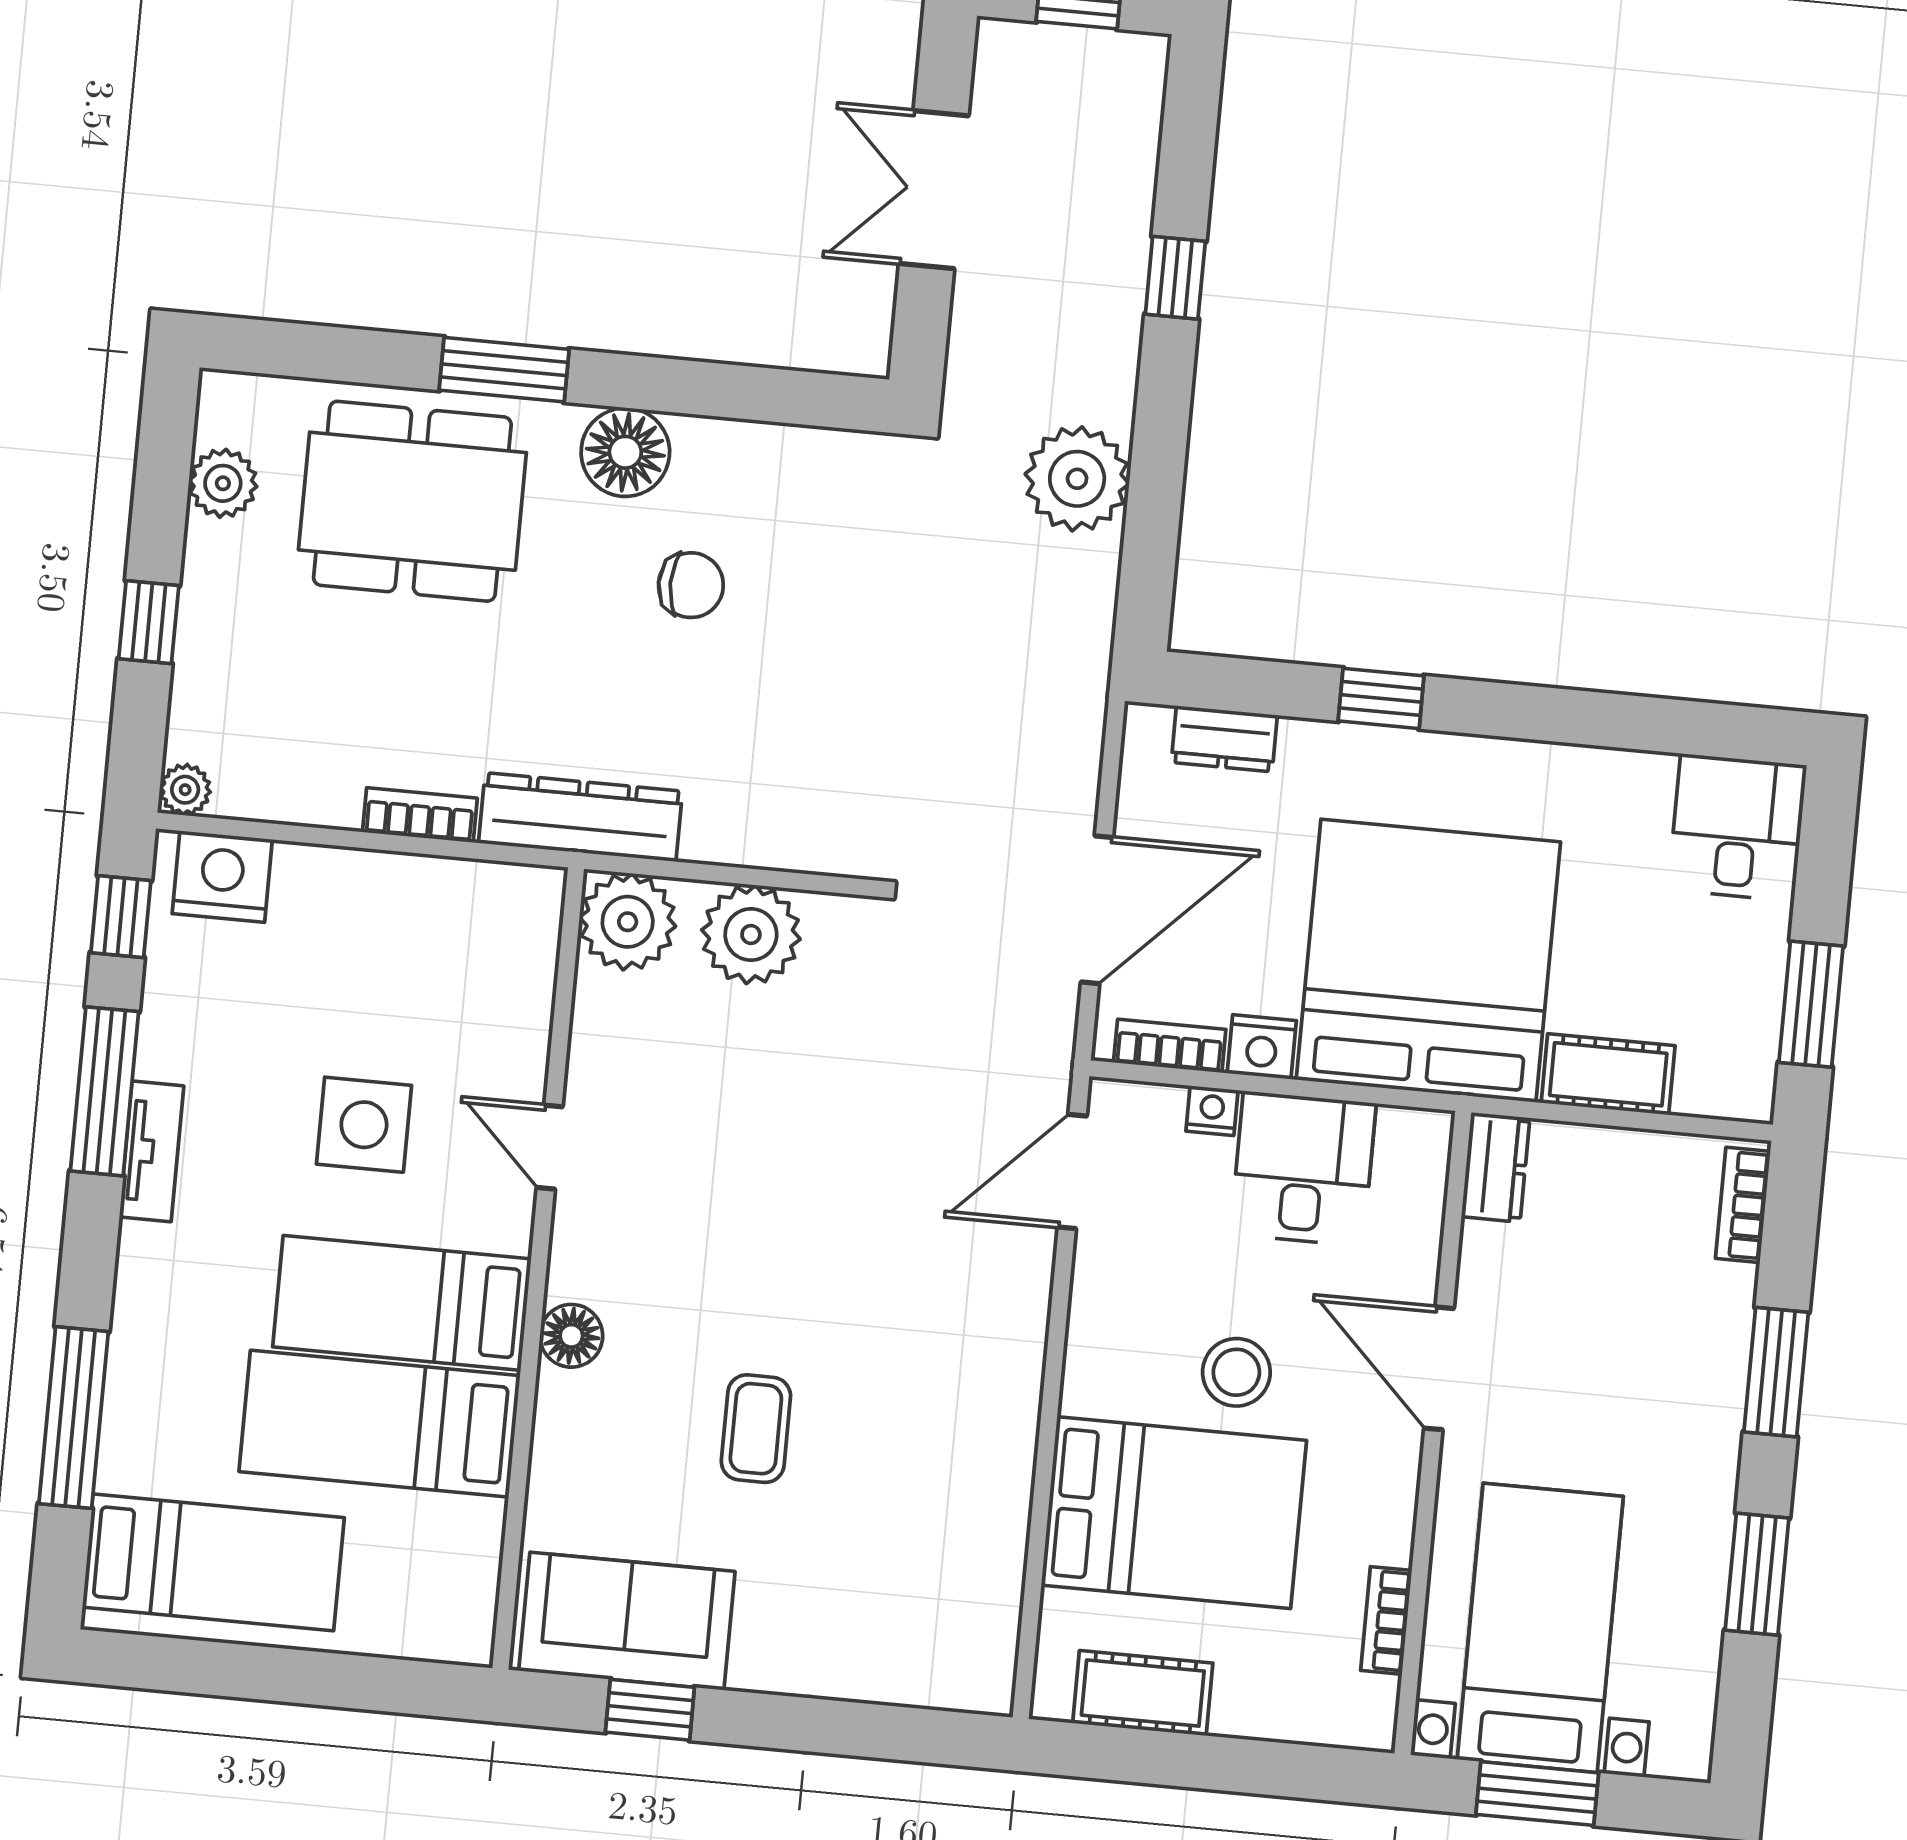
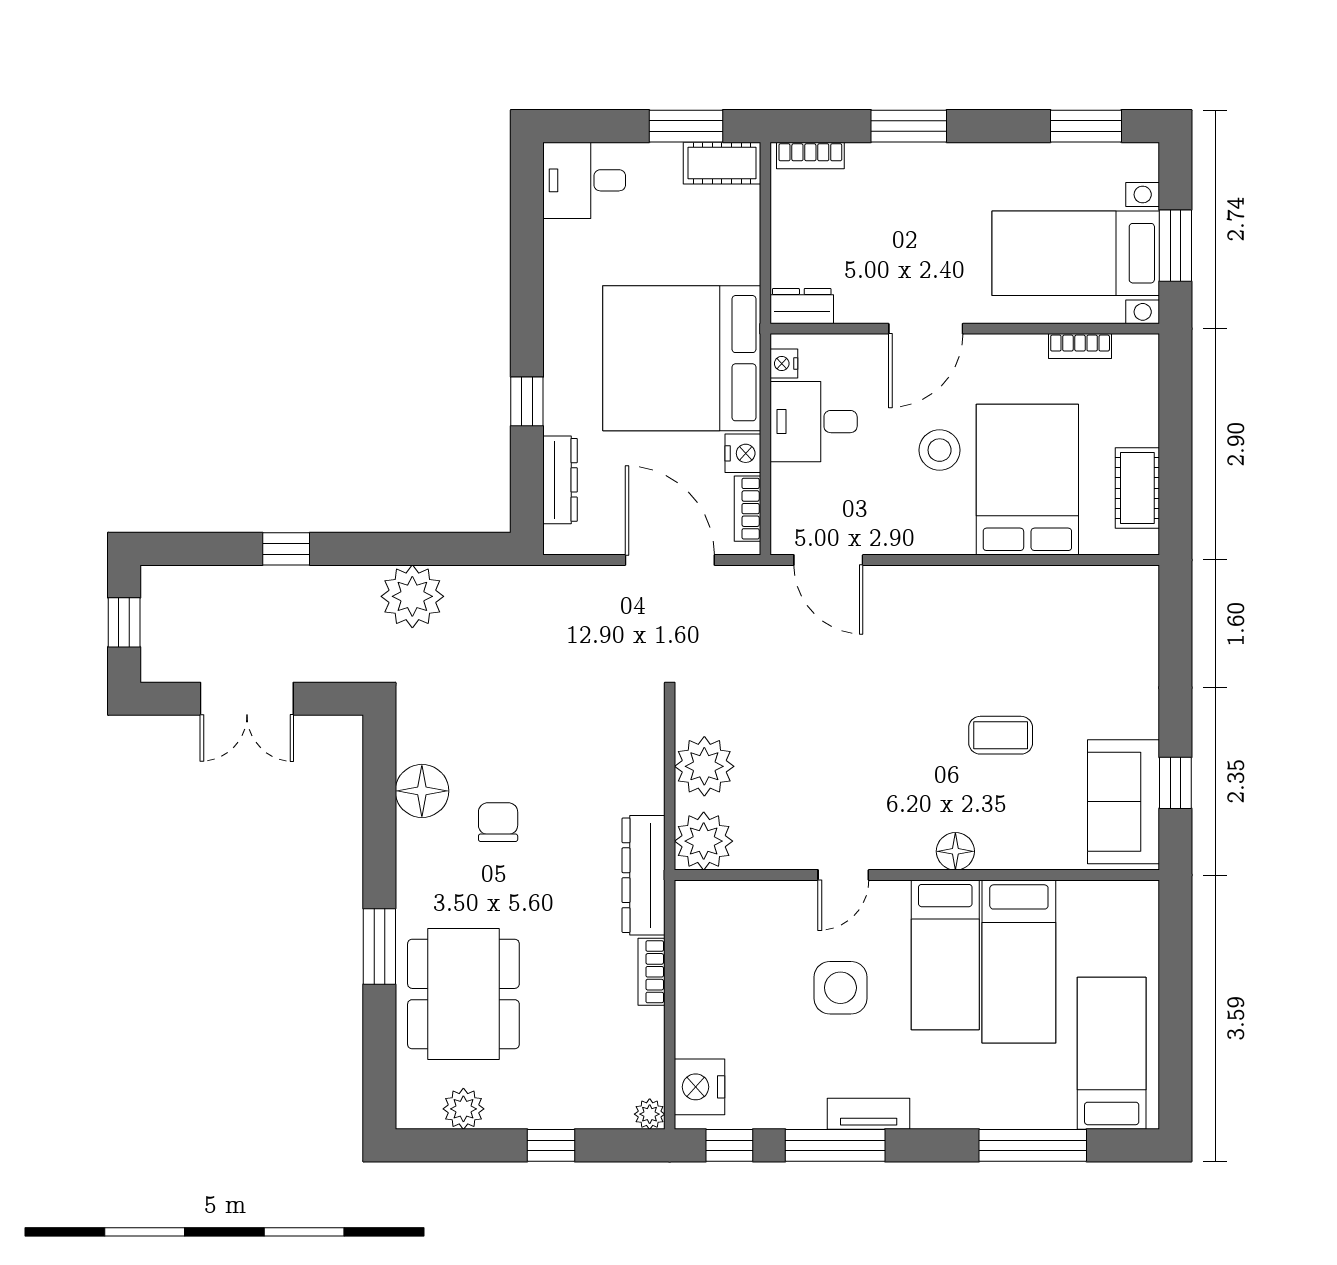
floor lamp: (625, 452) -> (422, 791), moved
dresser: (1224, 739) -> (560, 480), width x1.44
cot: (1608, 1074) -> (722, 163), moved, turned 90
nightstand: (1212, 1111) -> (784, 364), moved
window: (1757, 1574) -> (1086, 126), moved

